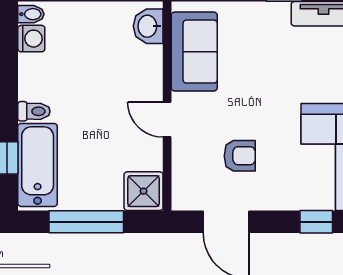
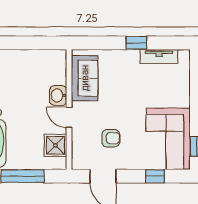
washbasin: (148, 26) -> (58, 95), moved
shower: (144, 191) -> (55, 145), moved

